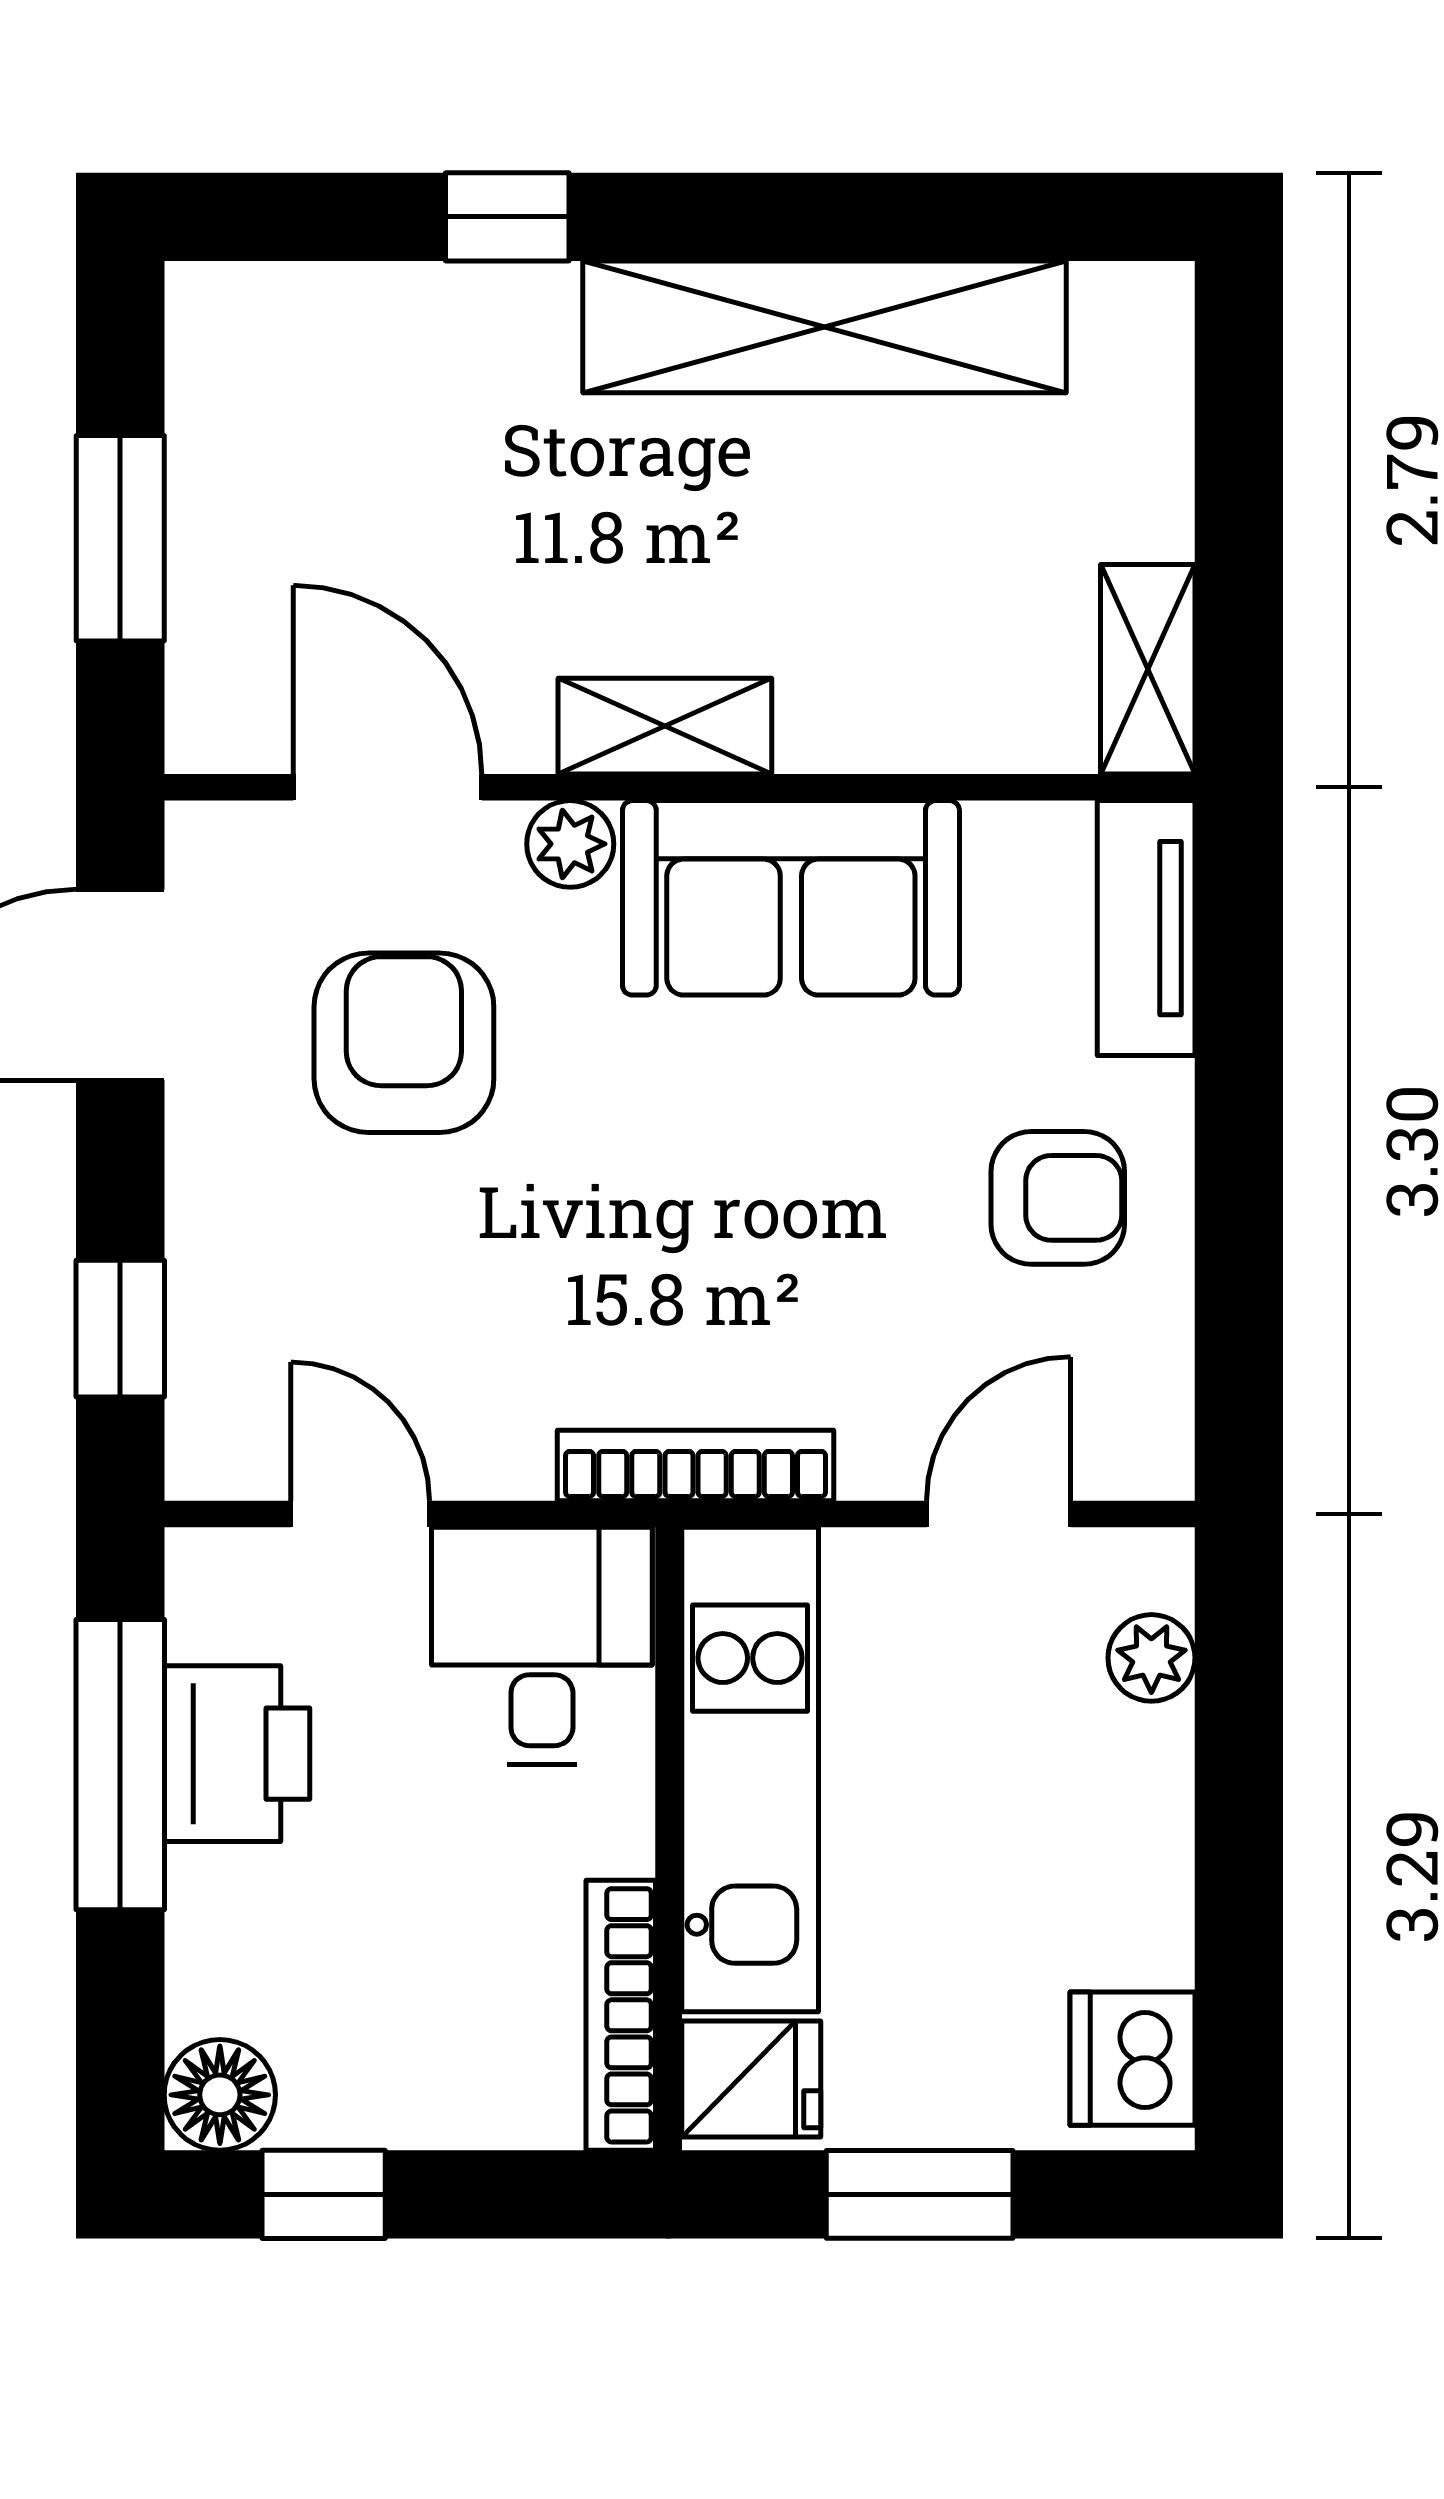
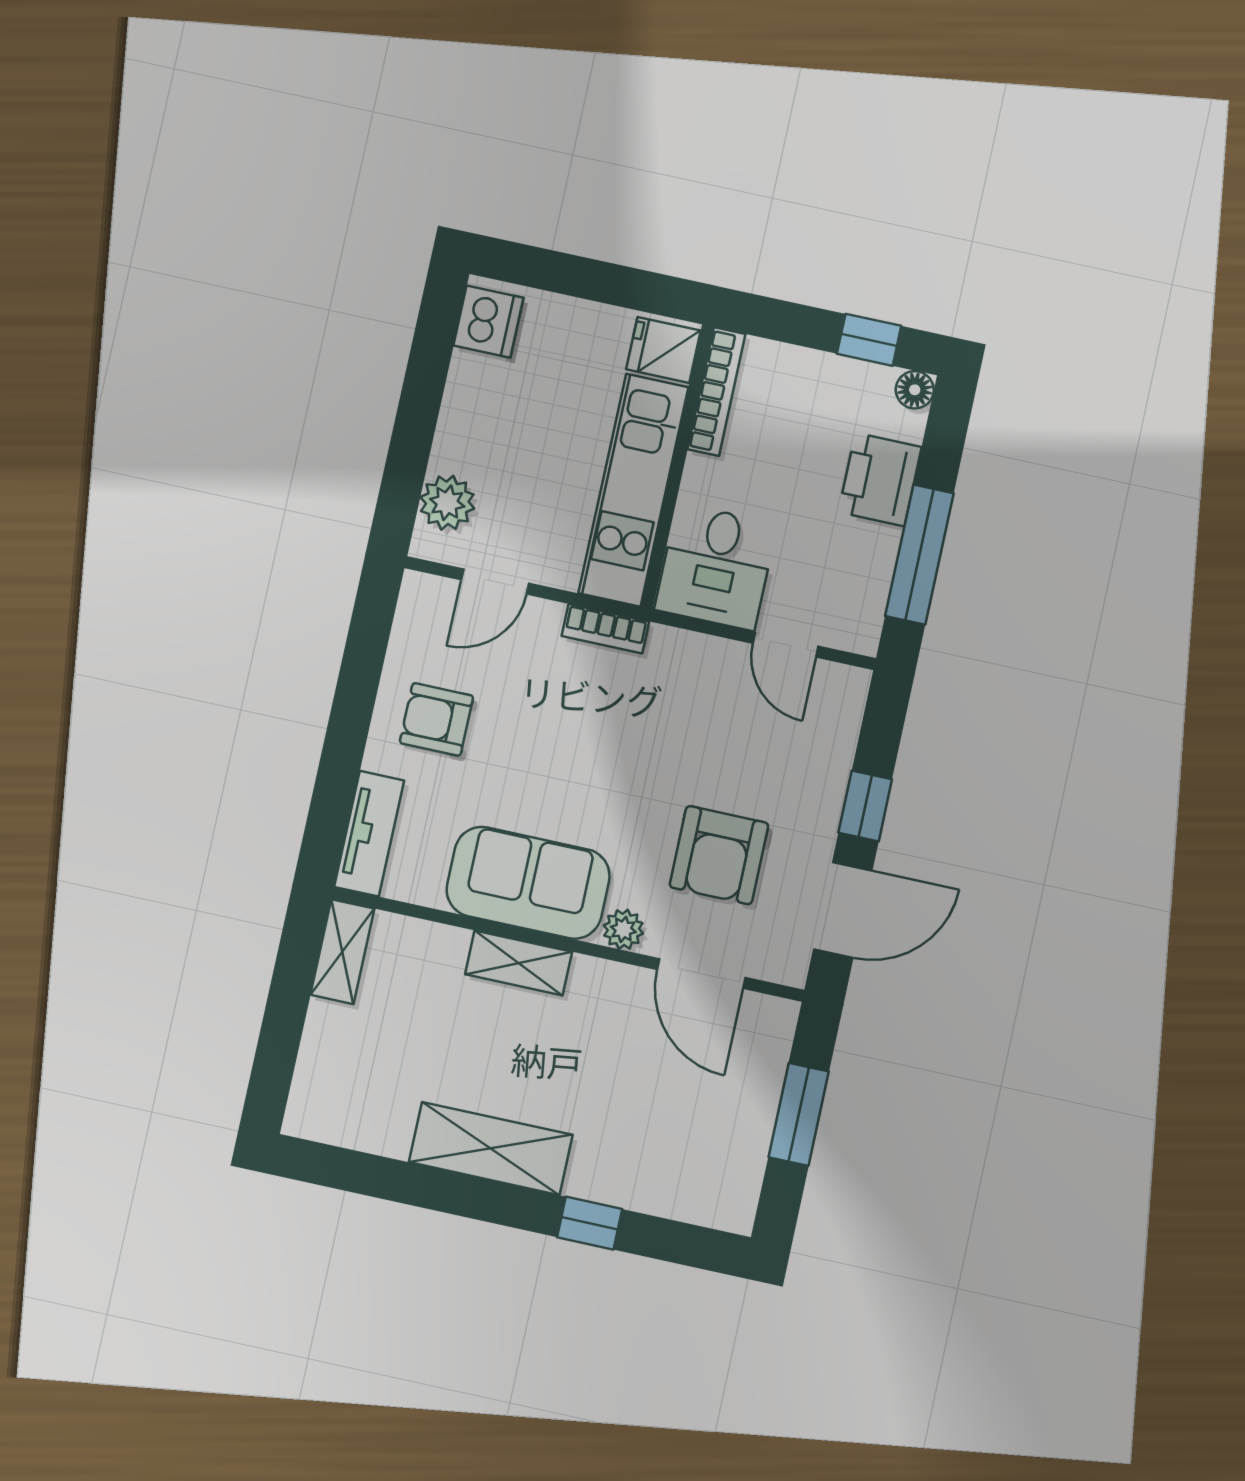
shelving: (824, 327) -> (491, 1148), width x0.68
shelving: (665, 726) -> (519, 963), moved
window: (120, 1329) -> (865, 806), moved
bookcase: (696, 1465) -> (605, 629), width x0.64
plant: (1151, 1658) -> (447, 503), width x1.38, depth x1.38
printer: (237, 1754) -> (880, 480), moved
floor lamp: (220, 2095) -> (915, 390), width x0.73, depth x0.73
window: (920, 2194) -> (598, 281), removed

